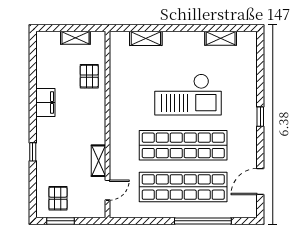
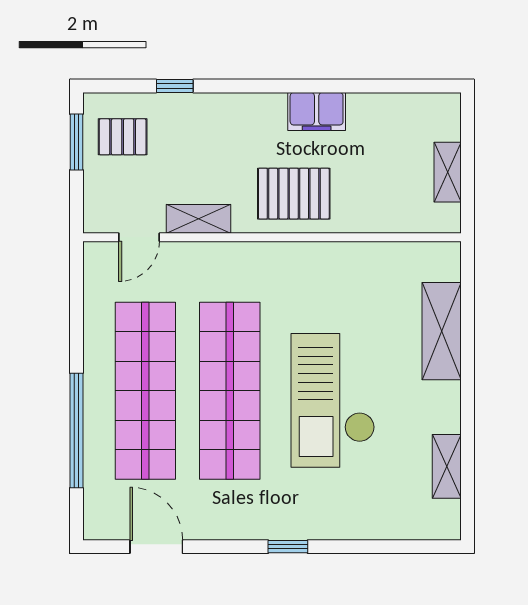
shelving: (146, 38) -> (442, 331), width x1.50, depth x1.33
pallet: (89, 76) -> (294, 194), moved, width x1.50, depth x1.42
window: (33, 152) -> (175, 86), moved
door: (107, 190) -> (139, 237), hinge flipped

